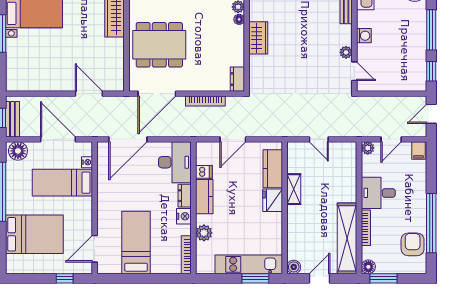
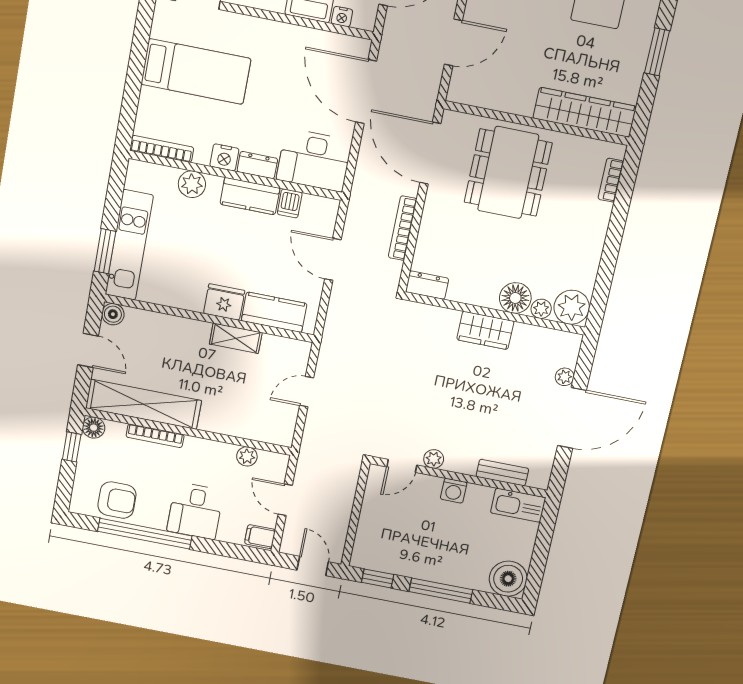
floor lamp: (239, 19) -> (515, 298), width x1.89, depth x1.89
plant: (368, 148) -> (247, 456), moved
desk: (378, 193) -> (195, 511), moved, turned 180
window: (384, 278) -> (72, 447), width x0.67

